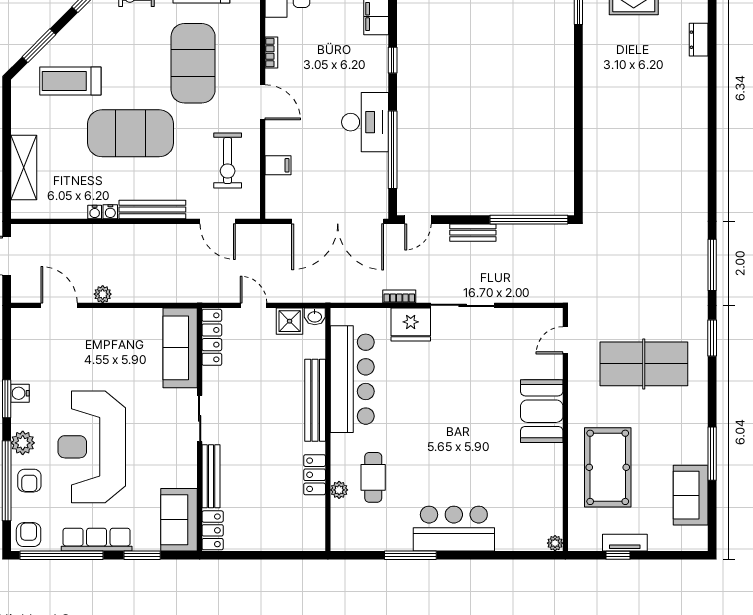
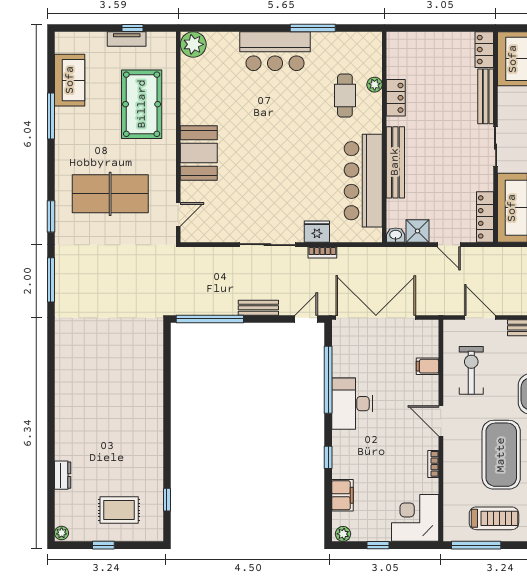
fridge: (411, 325) -> (317, 232), width x0.73, depth x0.75
plant: (555, 543) -> (193, 44), width x1.87, depth x1.87

